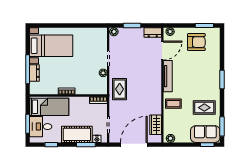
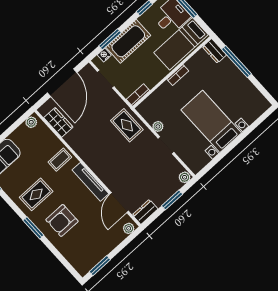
armchair: (196, 42) -> (62, 220), moved
bed with nightstands: (51, 46) -> (211, 121), moved, turned 90
dresser: (34, 73) -> (214, 51), moved
rug: (204, 108) -> (36, 194), moved

